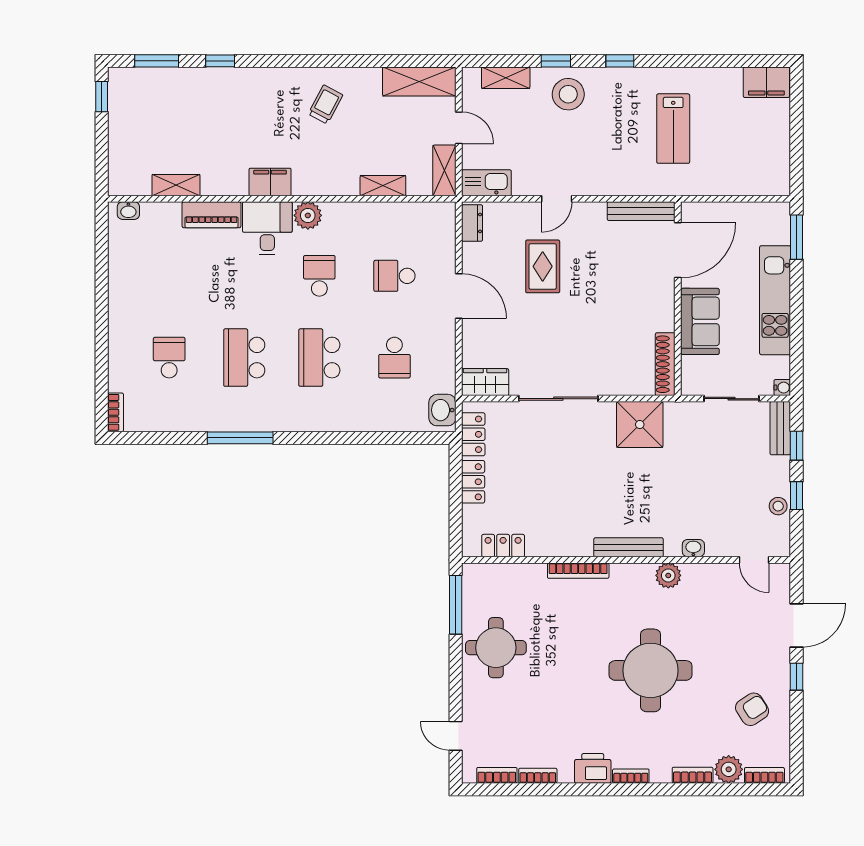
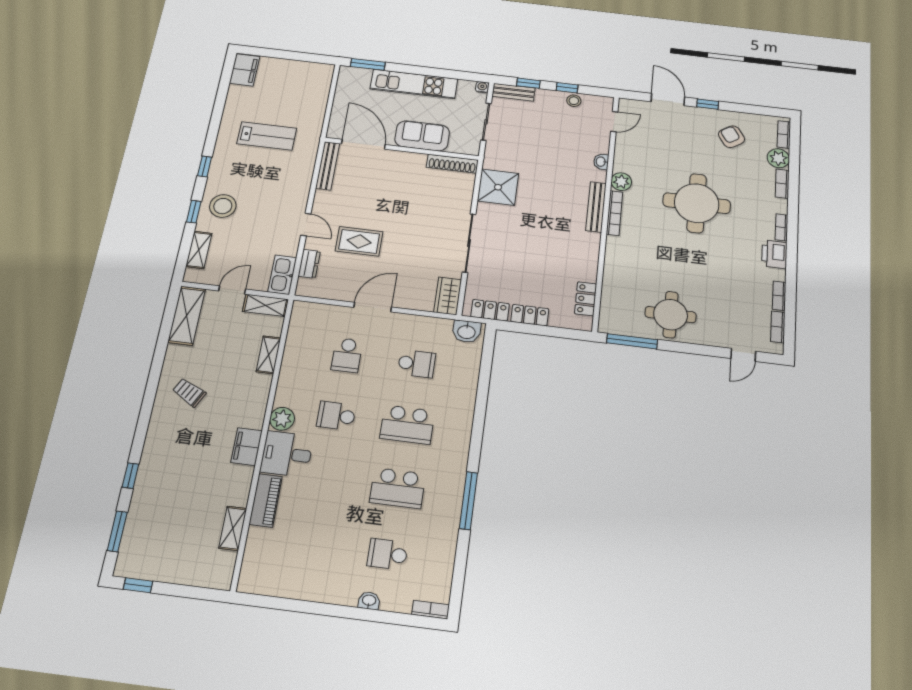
washbasin: (128, 211) -> (369, 601), moved, turned -90
dresser: (472, 223) -> (309, 264), moved, turned 90
bookcase: (578, 571) -> (614, 213), moved

